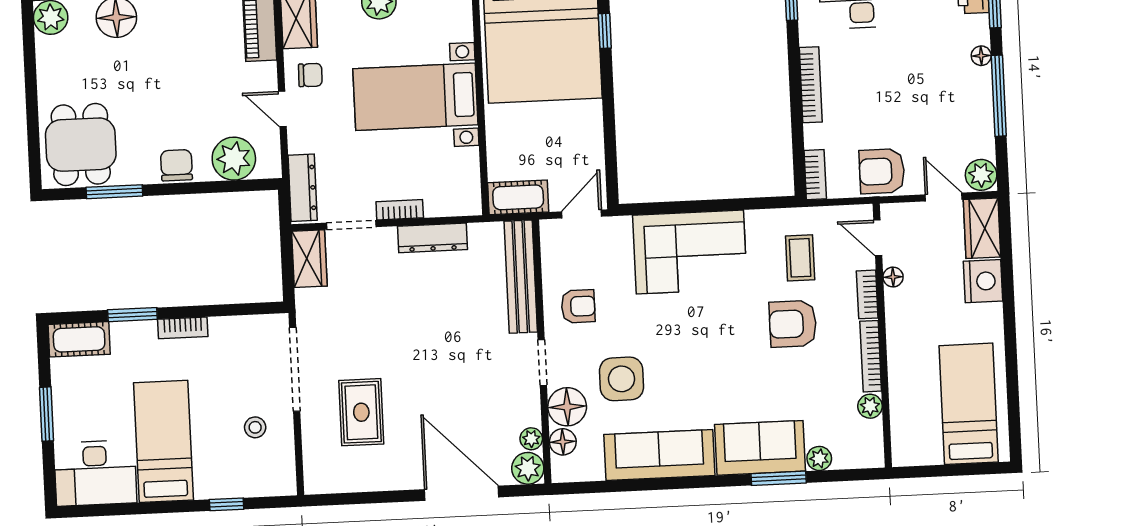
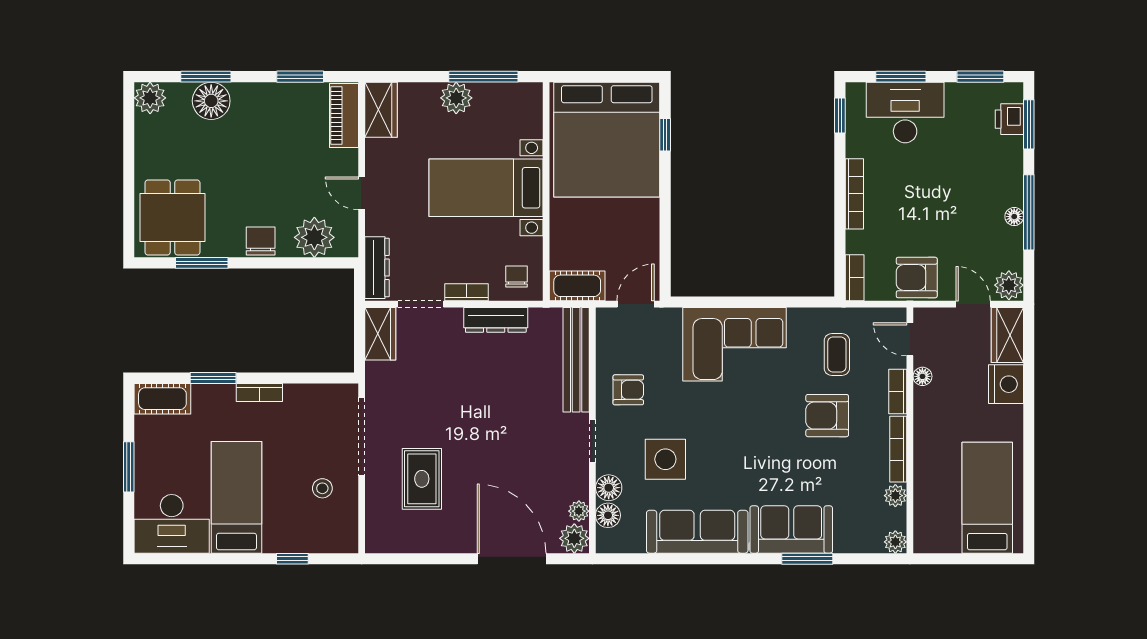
floor lamp: (981, 56) -> (1014, 217), moved
chair: (310, 75) -> (516, 277), moved, turned -91
floor lamp: (567, 407) -> (609, 488), width x0.73, depth x0.73
plant: (819, 458) -> (895, 542), moved

